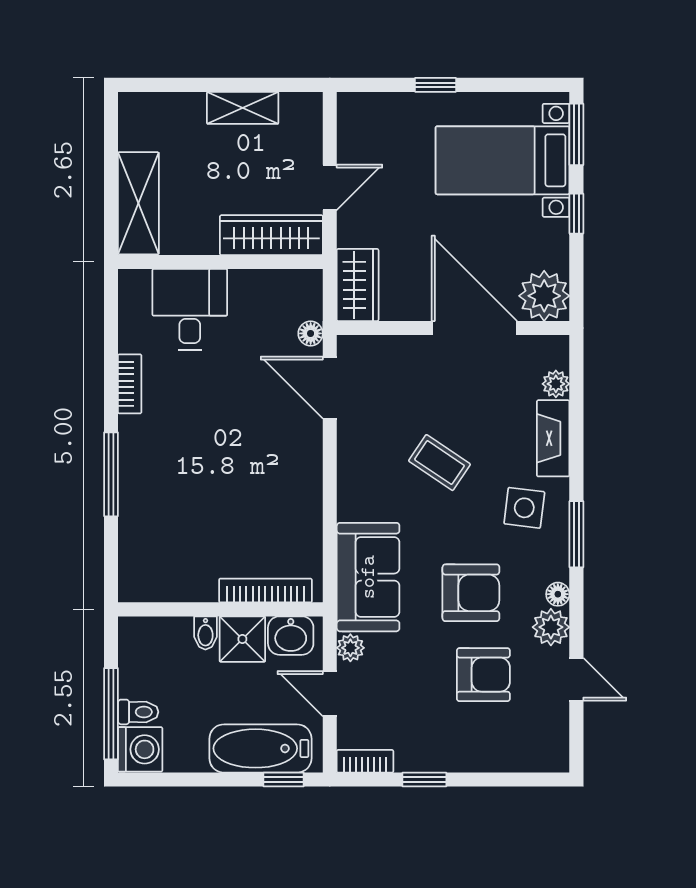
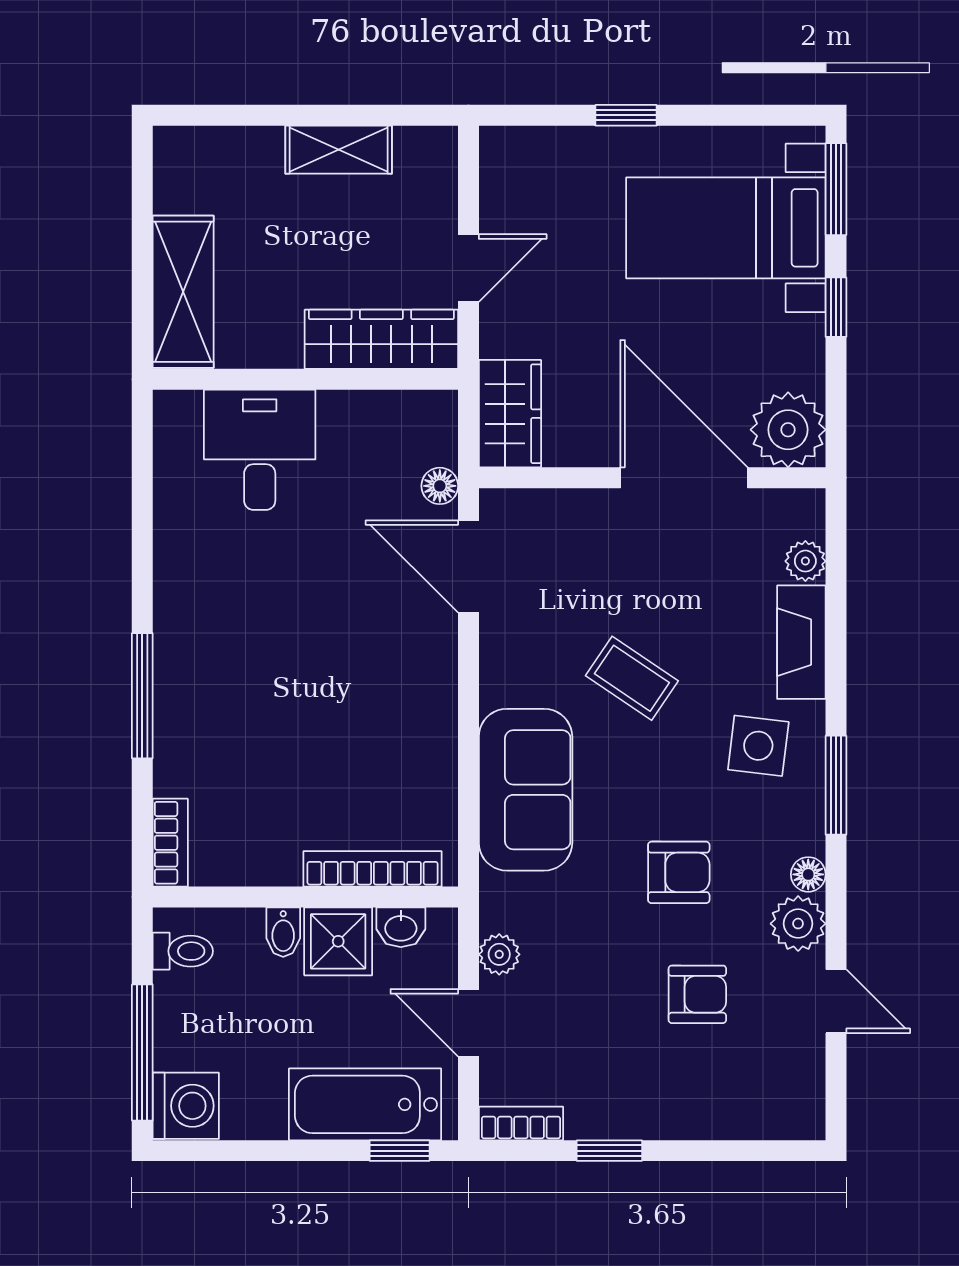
bookcase: (130, 384) -> (170, 843), moved
sofa: (368, 577) -> (526, 790), moved
armchair: (471, 593) -> (679, 872), width x0.72, depth x0.72
washbasin: (291, 636) -> (401, 927), width x0.72, depth x0.69
armchair: (483, 675) -> (697, 994), width x0.72, depth x0.72
toilet: (138, 712) -> (183, 951), moved

